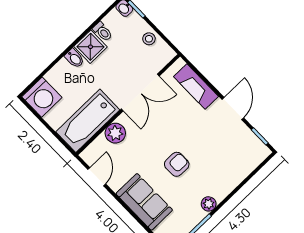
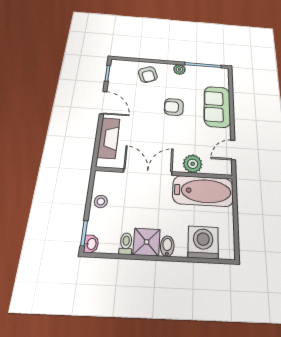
washing machine: (42, 97) -> (203, 242), moved
door: (233, 109) -> (103, 103), swing flipped
armchair: (228, 171) -> (148, 75), added

